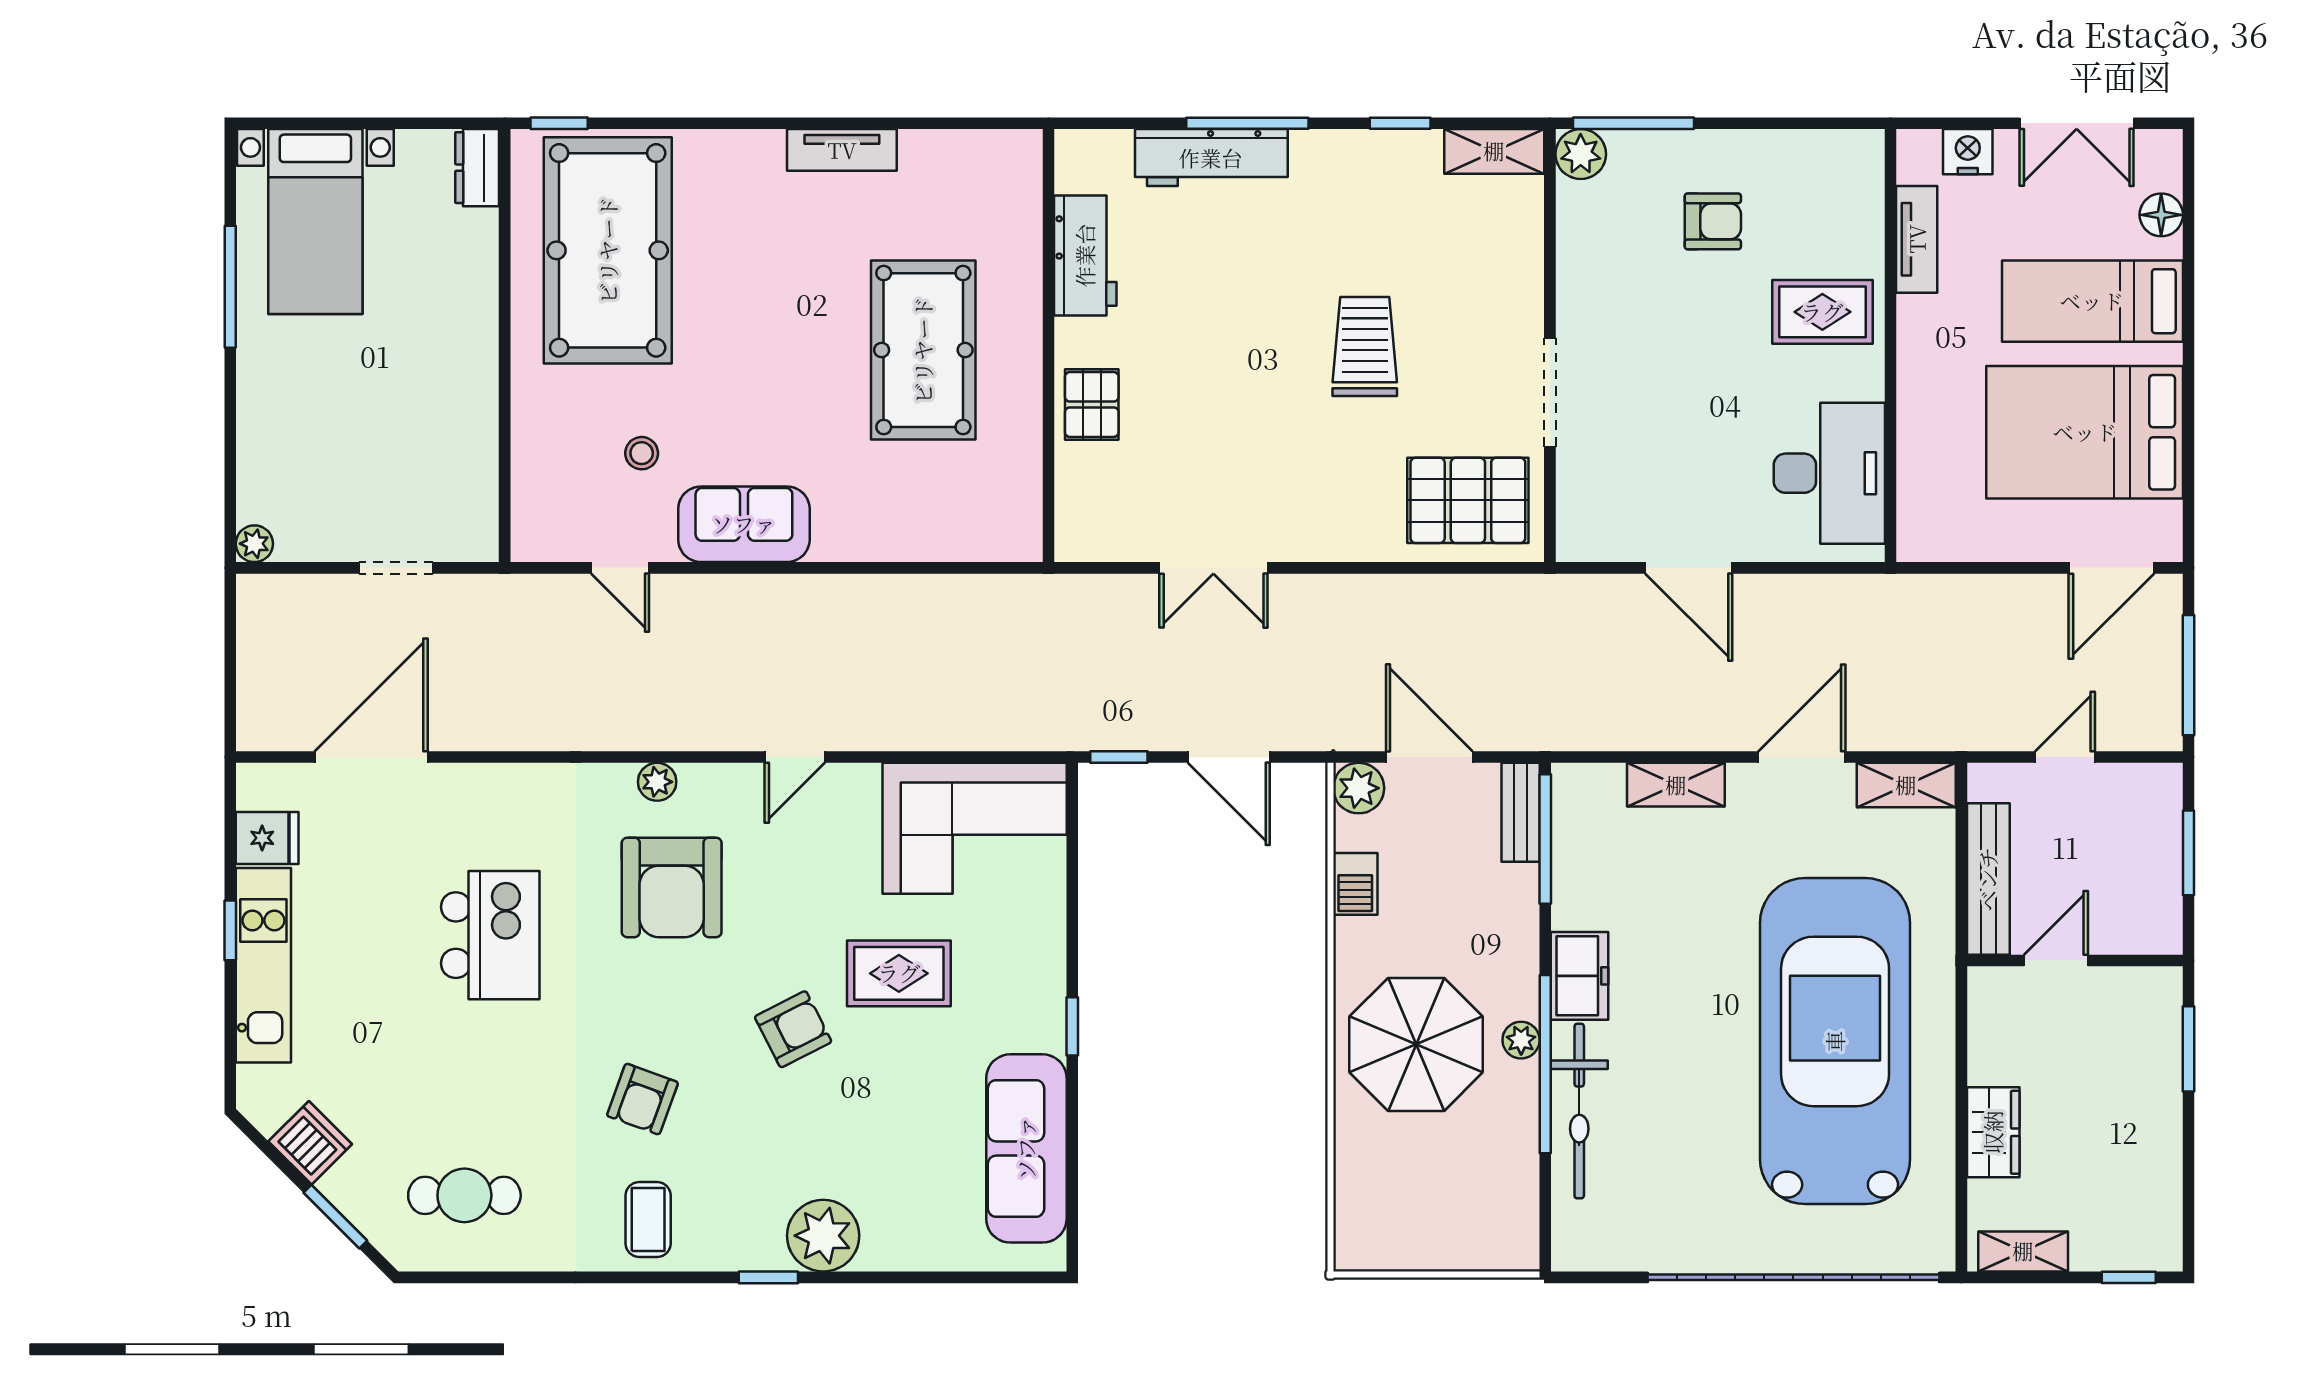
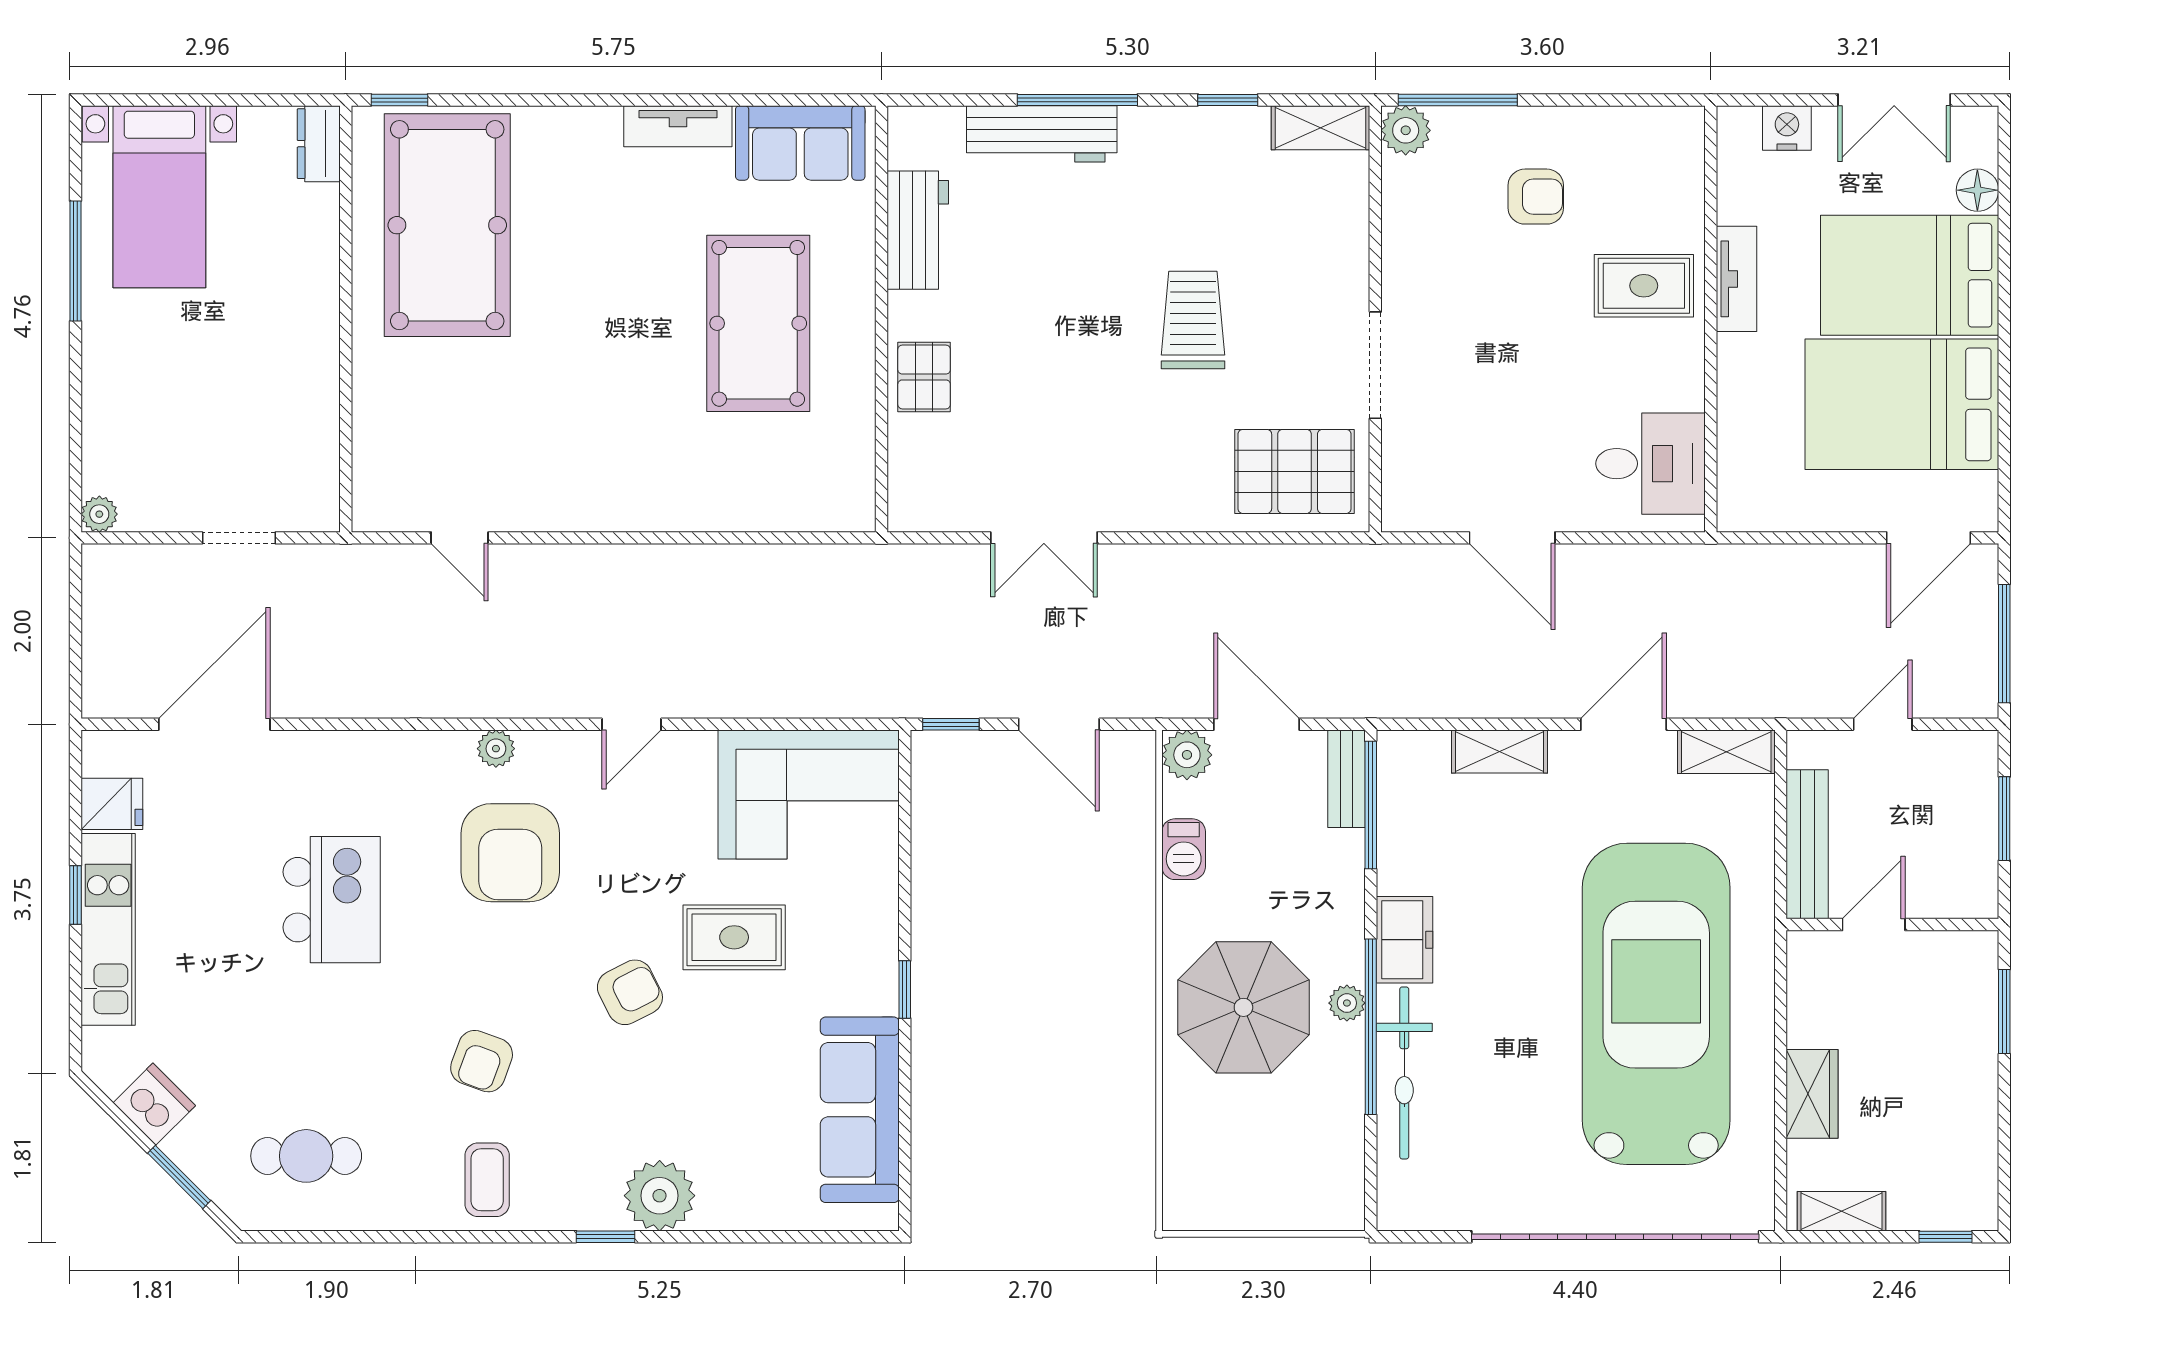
tv unit: (1917, 239) -> (1737, 279), moved
bed: (2092, 301) -> (1910, 275), width x1.50
stool: (642, 453) -> (481, 425), removed
desk: (1829, 473) -> (1651, 464), width x0.73
sofa: (744, 524) -> (800, 143), moved, turned 180

